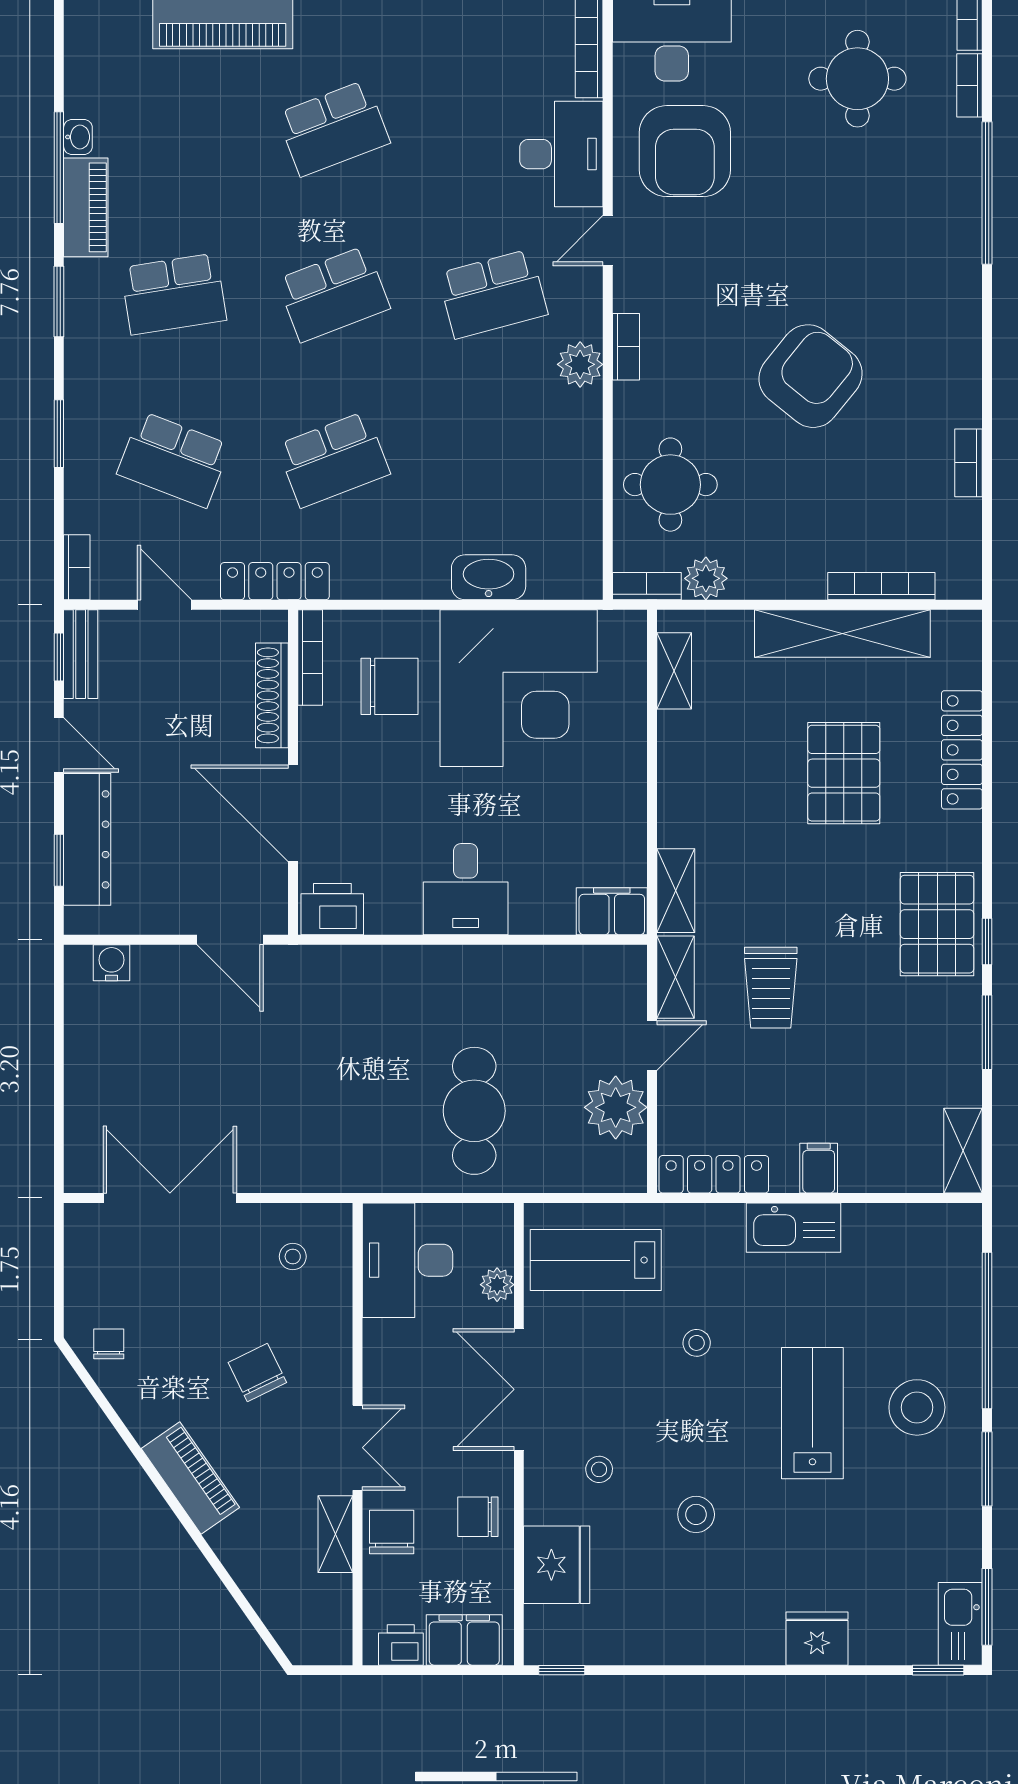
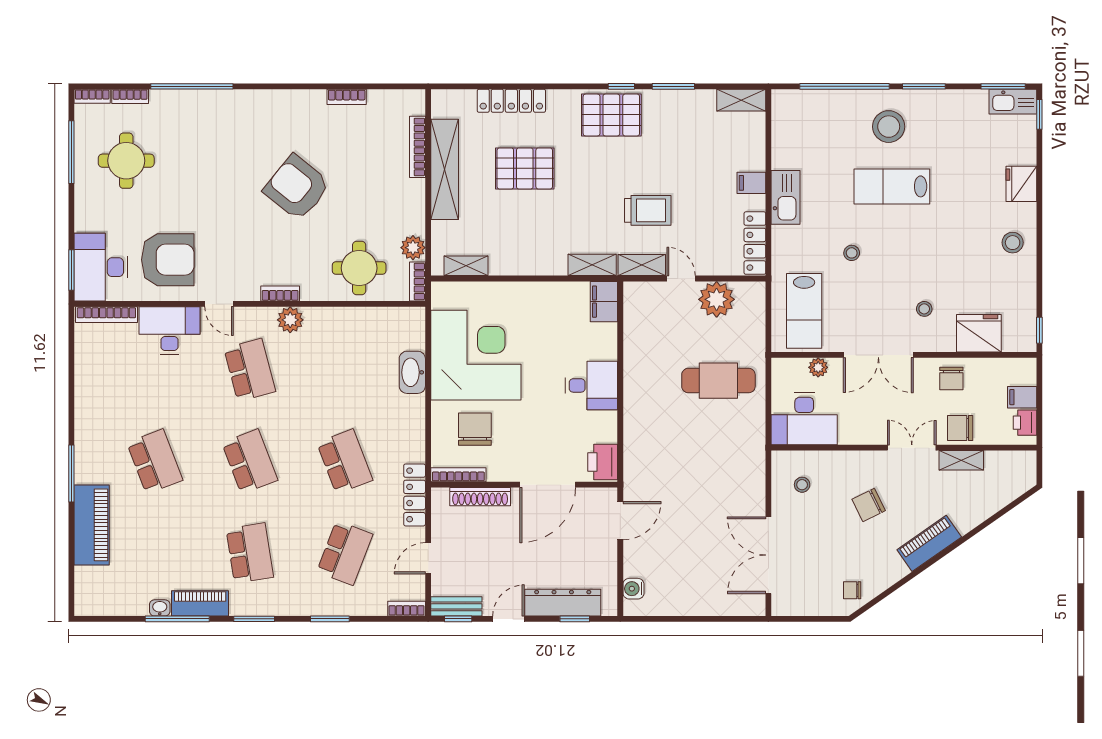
stool: (696, 1514) -> (1013, 243), moved
filing cabinet: (464, 1640) -> (1022, 397), width x0.50

